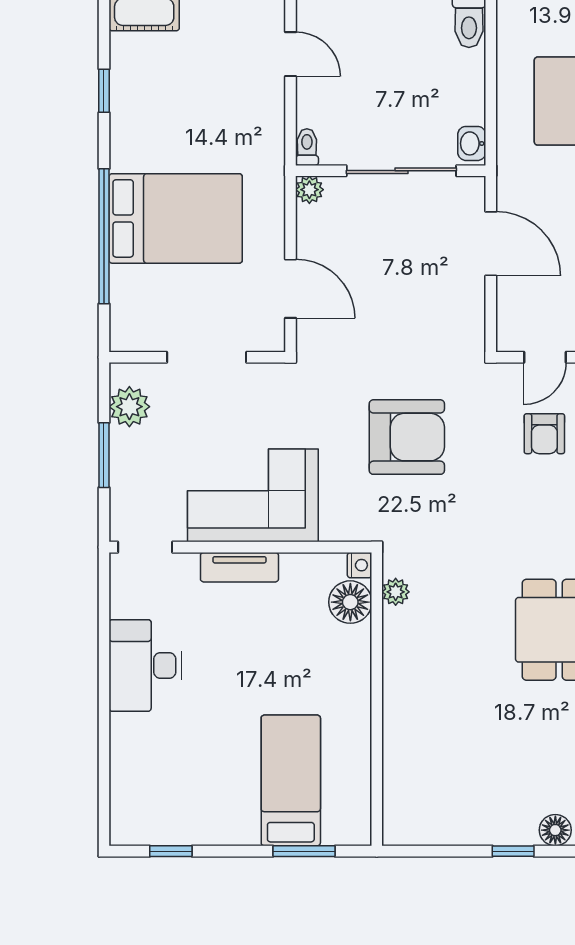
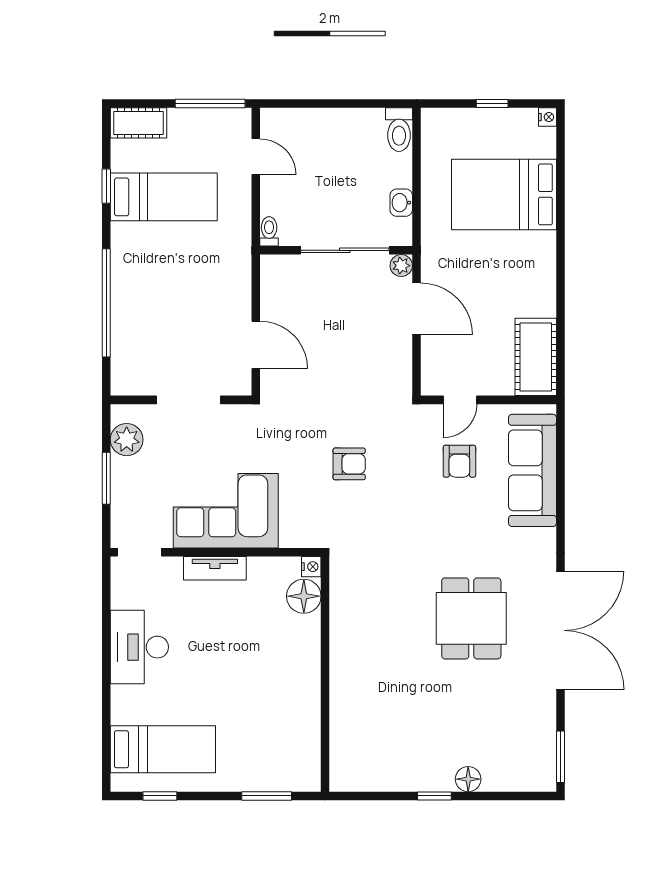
washbasin: (472, 143) -> (401, 203), moved
plant: (309, 190) -> (401, 266), moved
bed: (176, 218) -> (164, 197), moved, width x0.67
armchair: (407, 437) -> (349, 464), width x0.53, depth x0.53
plant: (396, 592) -> (340, 588), removed
bed: (291, 780) -> (163, 749), moved, turned 90

